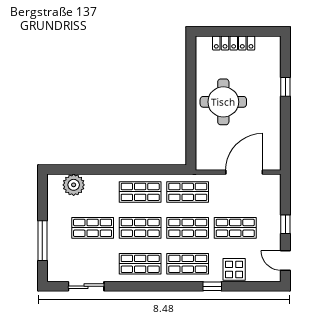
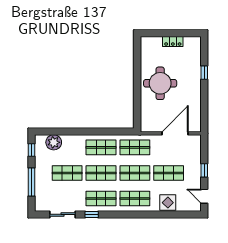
locker: (234, 43) -> (173, 41), width x0.66
window: (42, 196) -> (32, 150), added
window: (212, 286) -> (92, 214), moved

